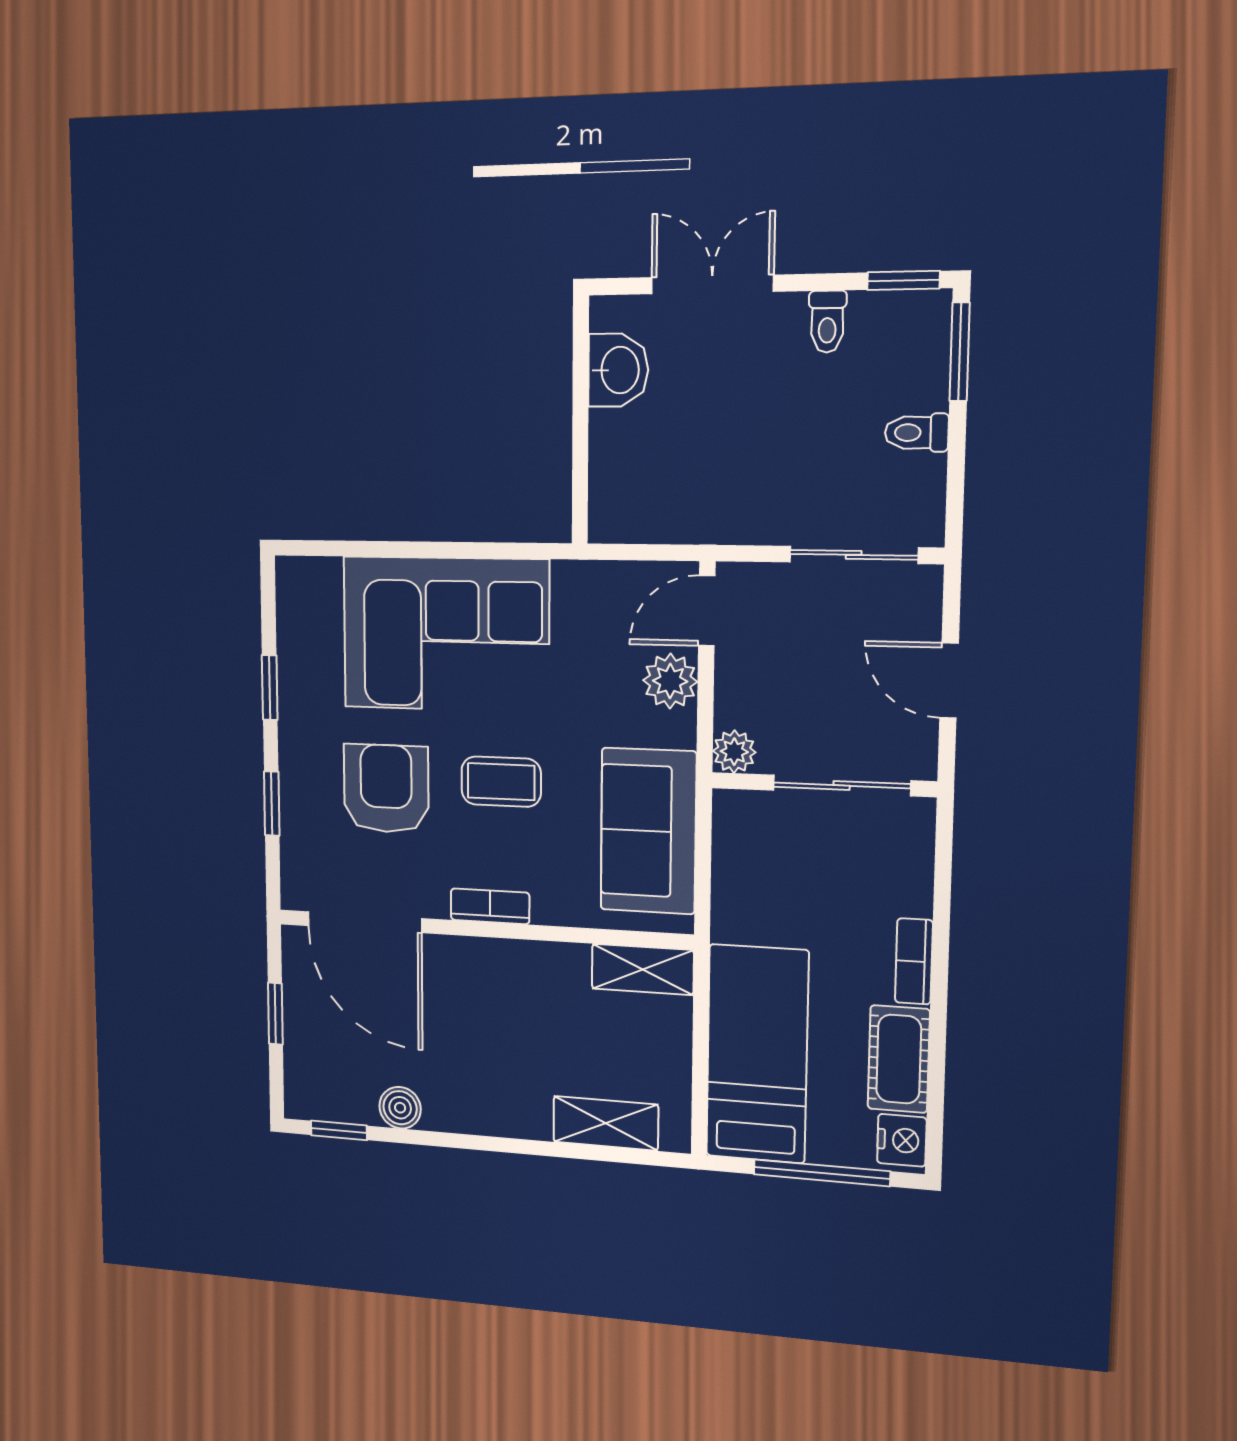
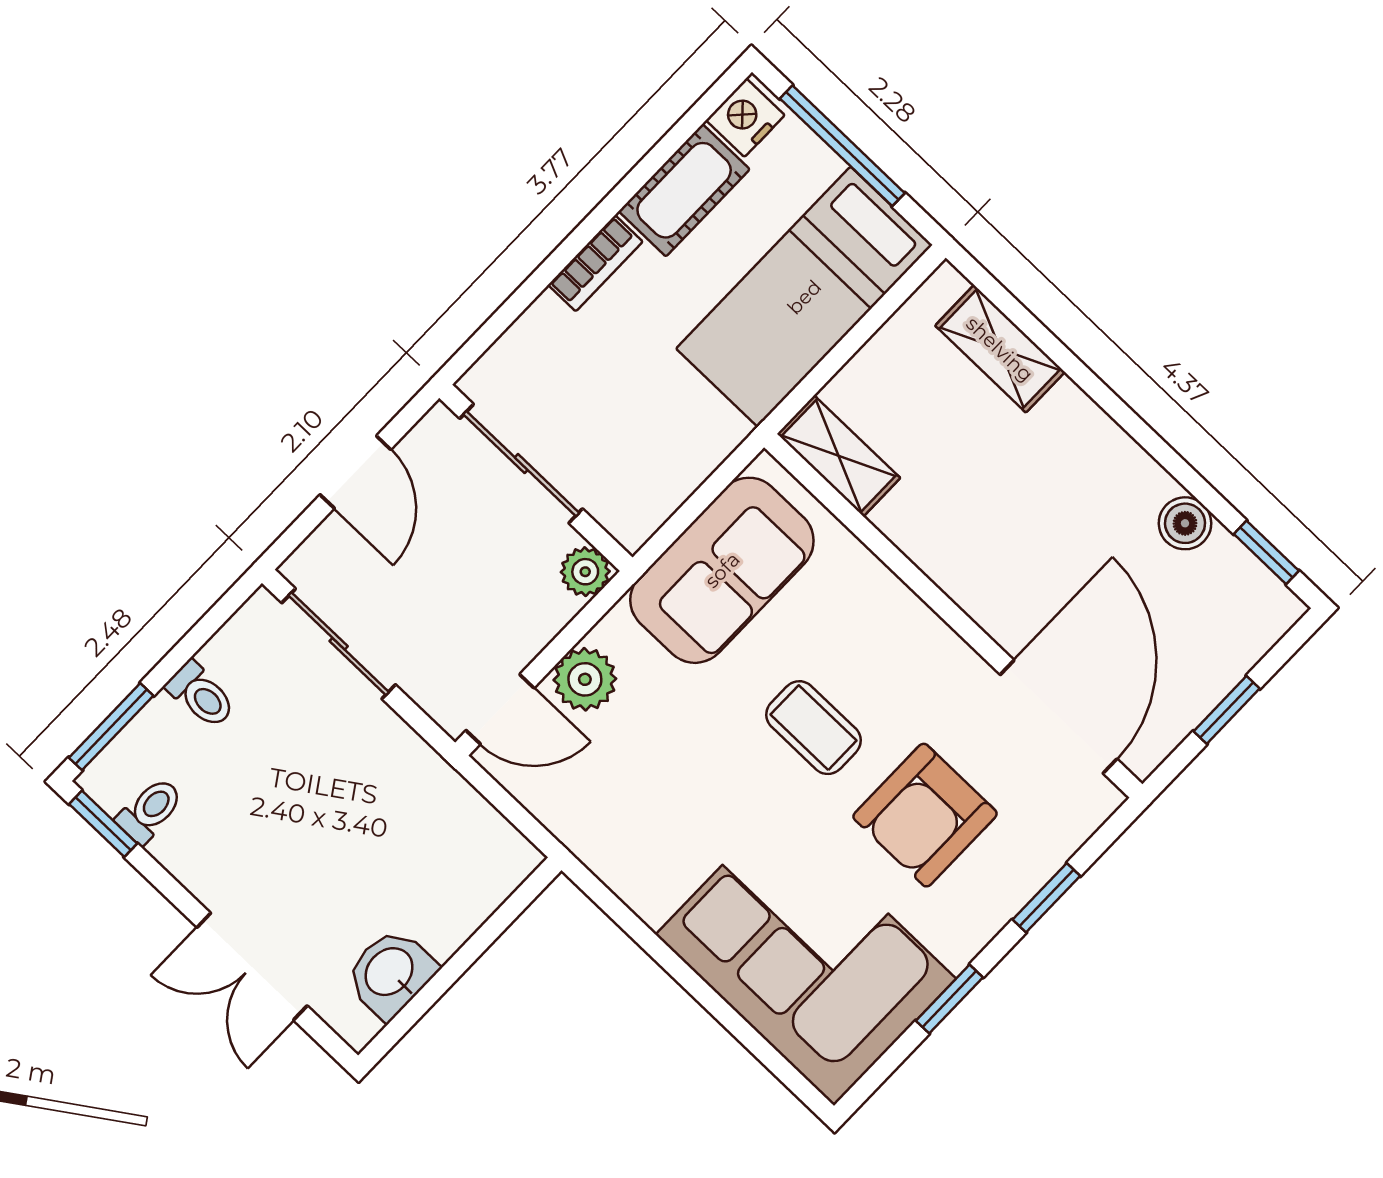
toilet: (827, 322) -> (150, 810), moved
corner sofa: (446, 634) -> (806, 957), moved
bookcase: (490, 906) -> (927, 629), removed

